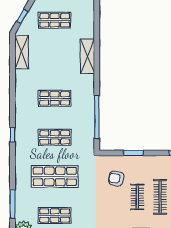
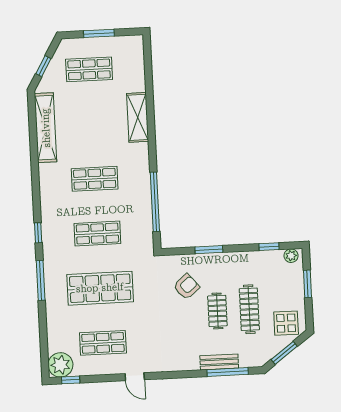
shelving: (22, 52) -> (46, 128), width x1.47
armchair: (116, 179) -> (186, 287), turned 129
window: (13, 204) -> (41, 280), moved

